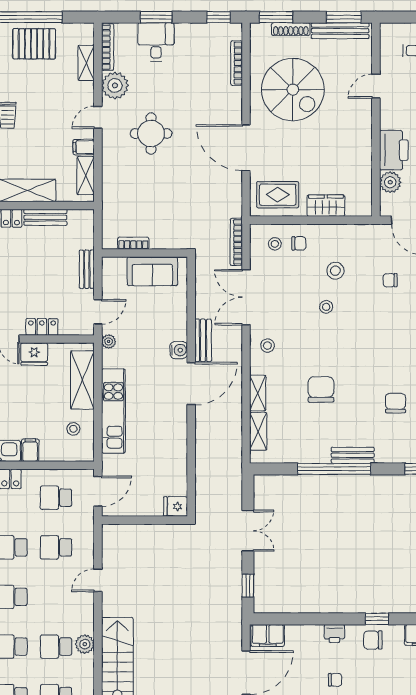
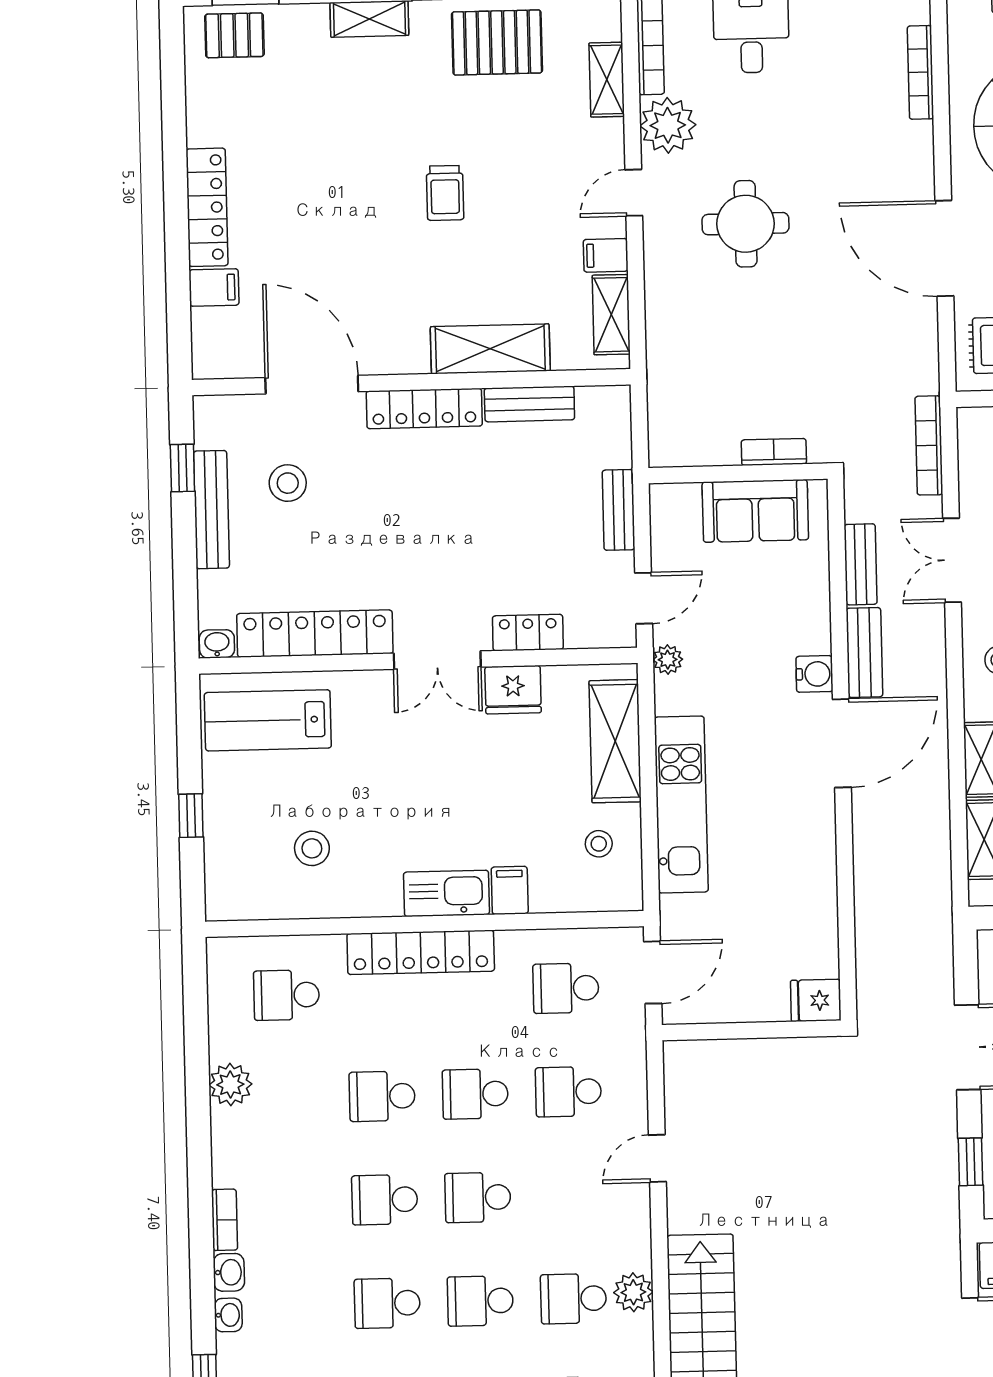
bookcase: (133, 243) -> (774, 452), moved
double door: (246, 297) -> (952, 560), width x0.73
bench: (202, 298) -> (861, 564), added

